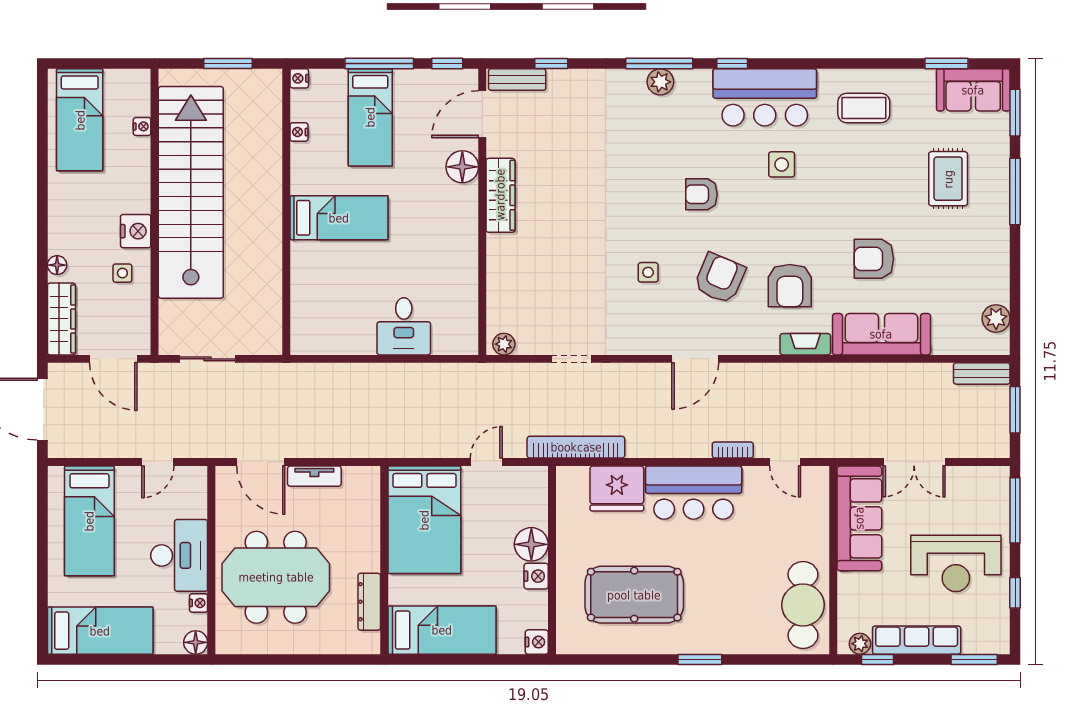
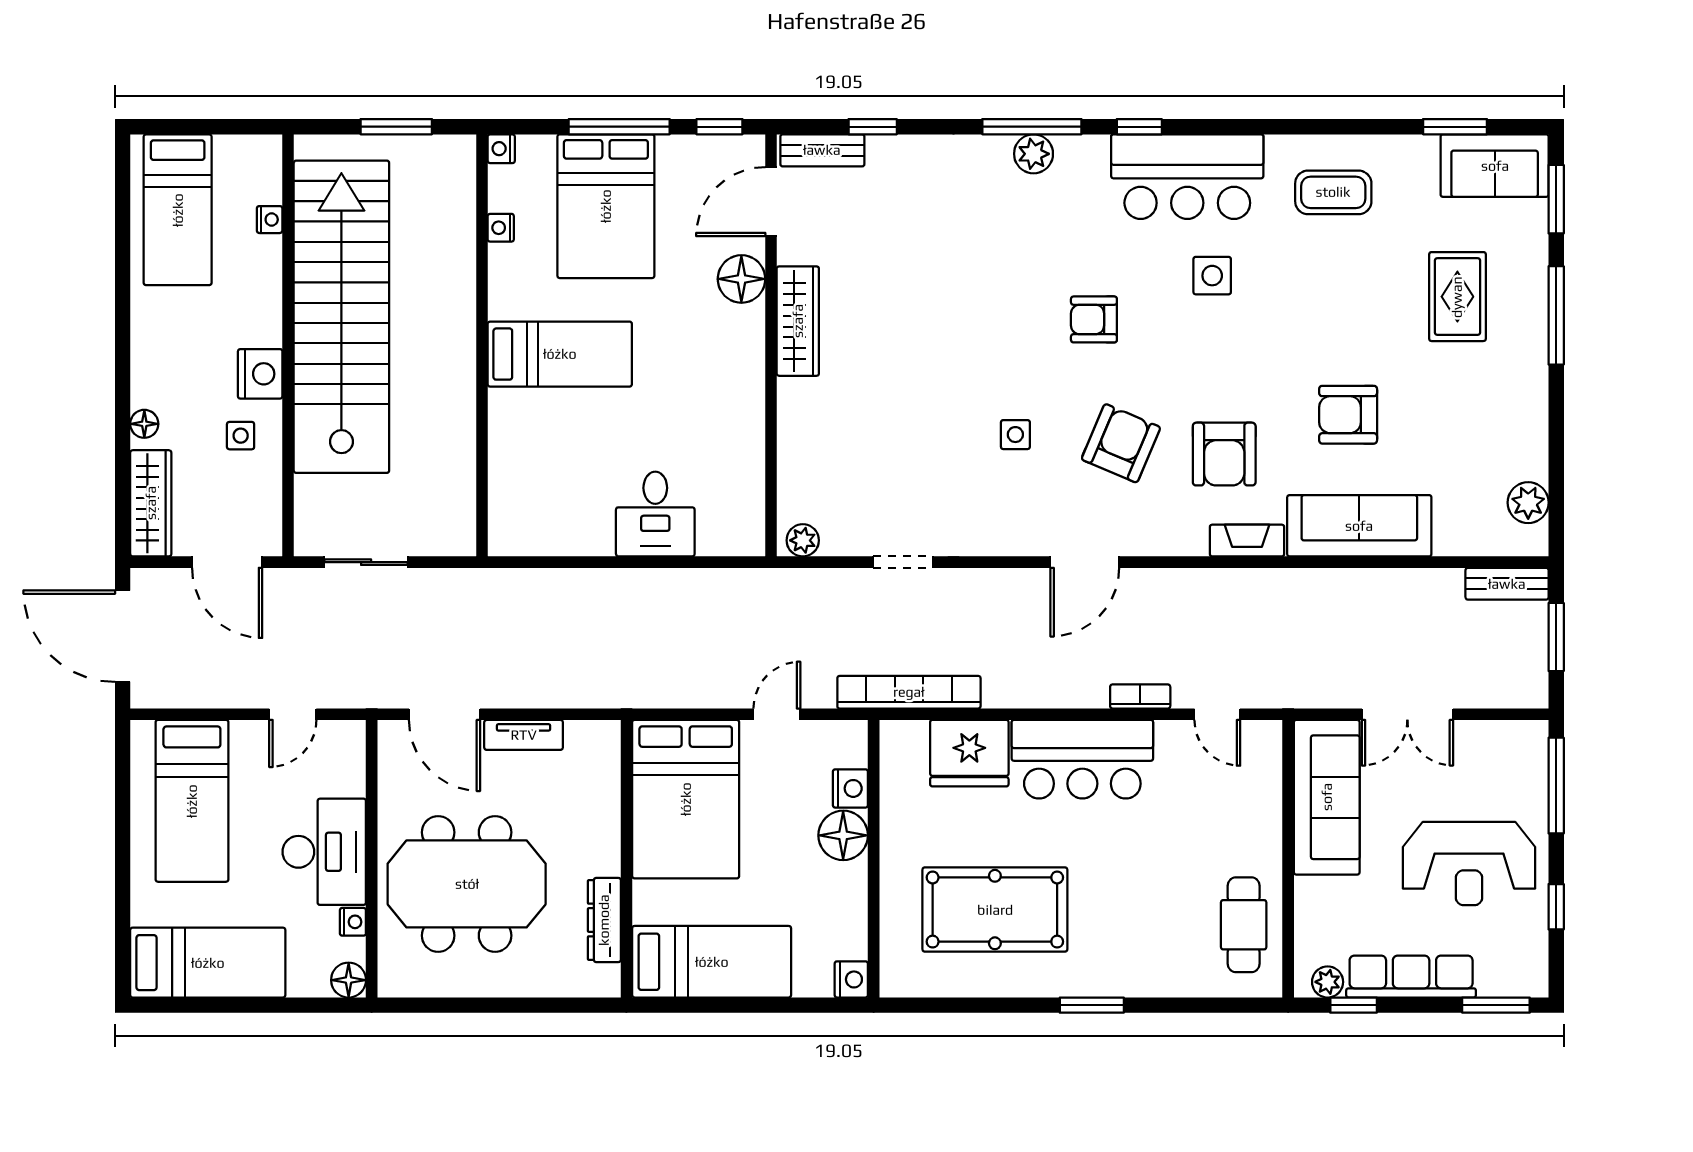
bed: (370, 117) -> (606, 206), width x1.50
nightstand: (536, 576) -> (850, 788), moved
cafe table: (803, 605) -> (1244, 925), width x0.73, depth x0.74

